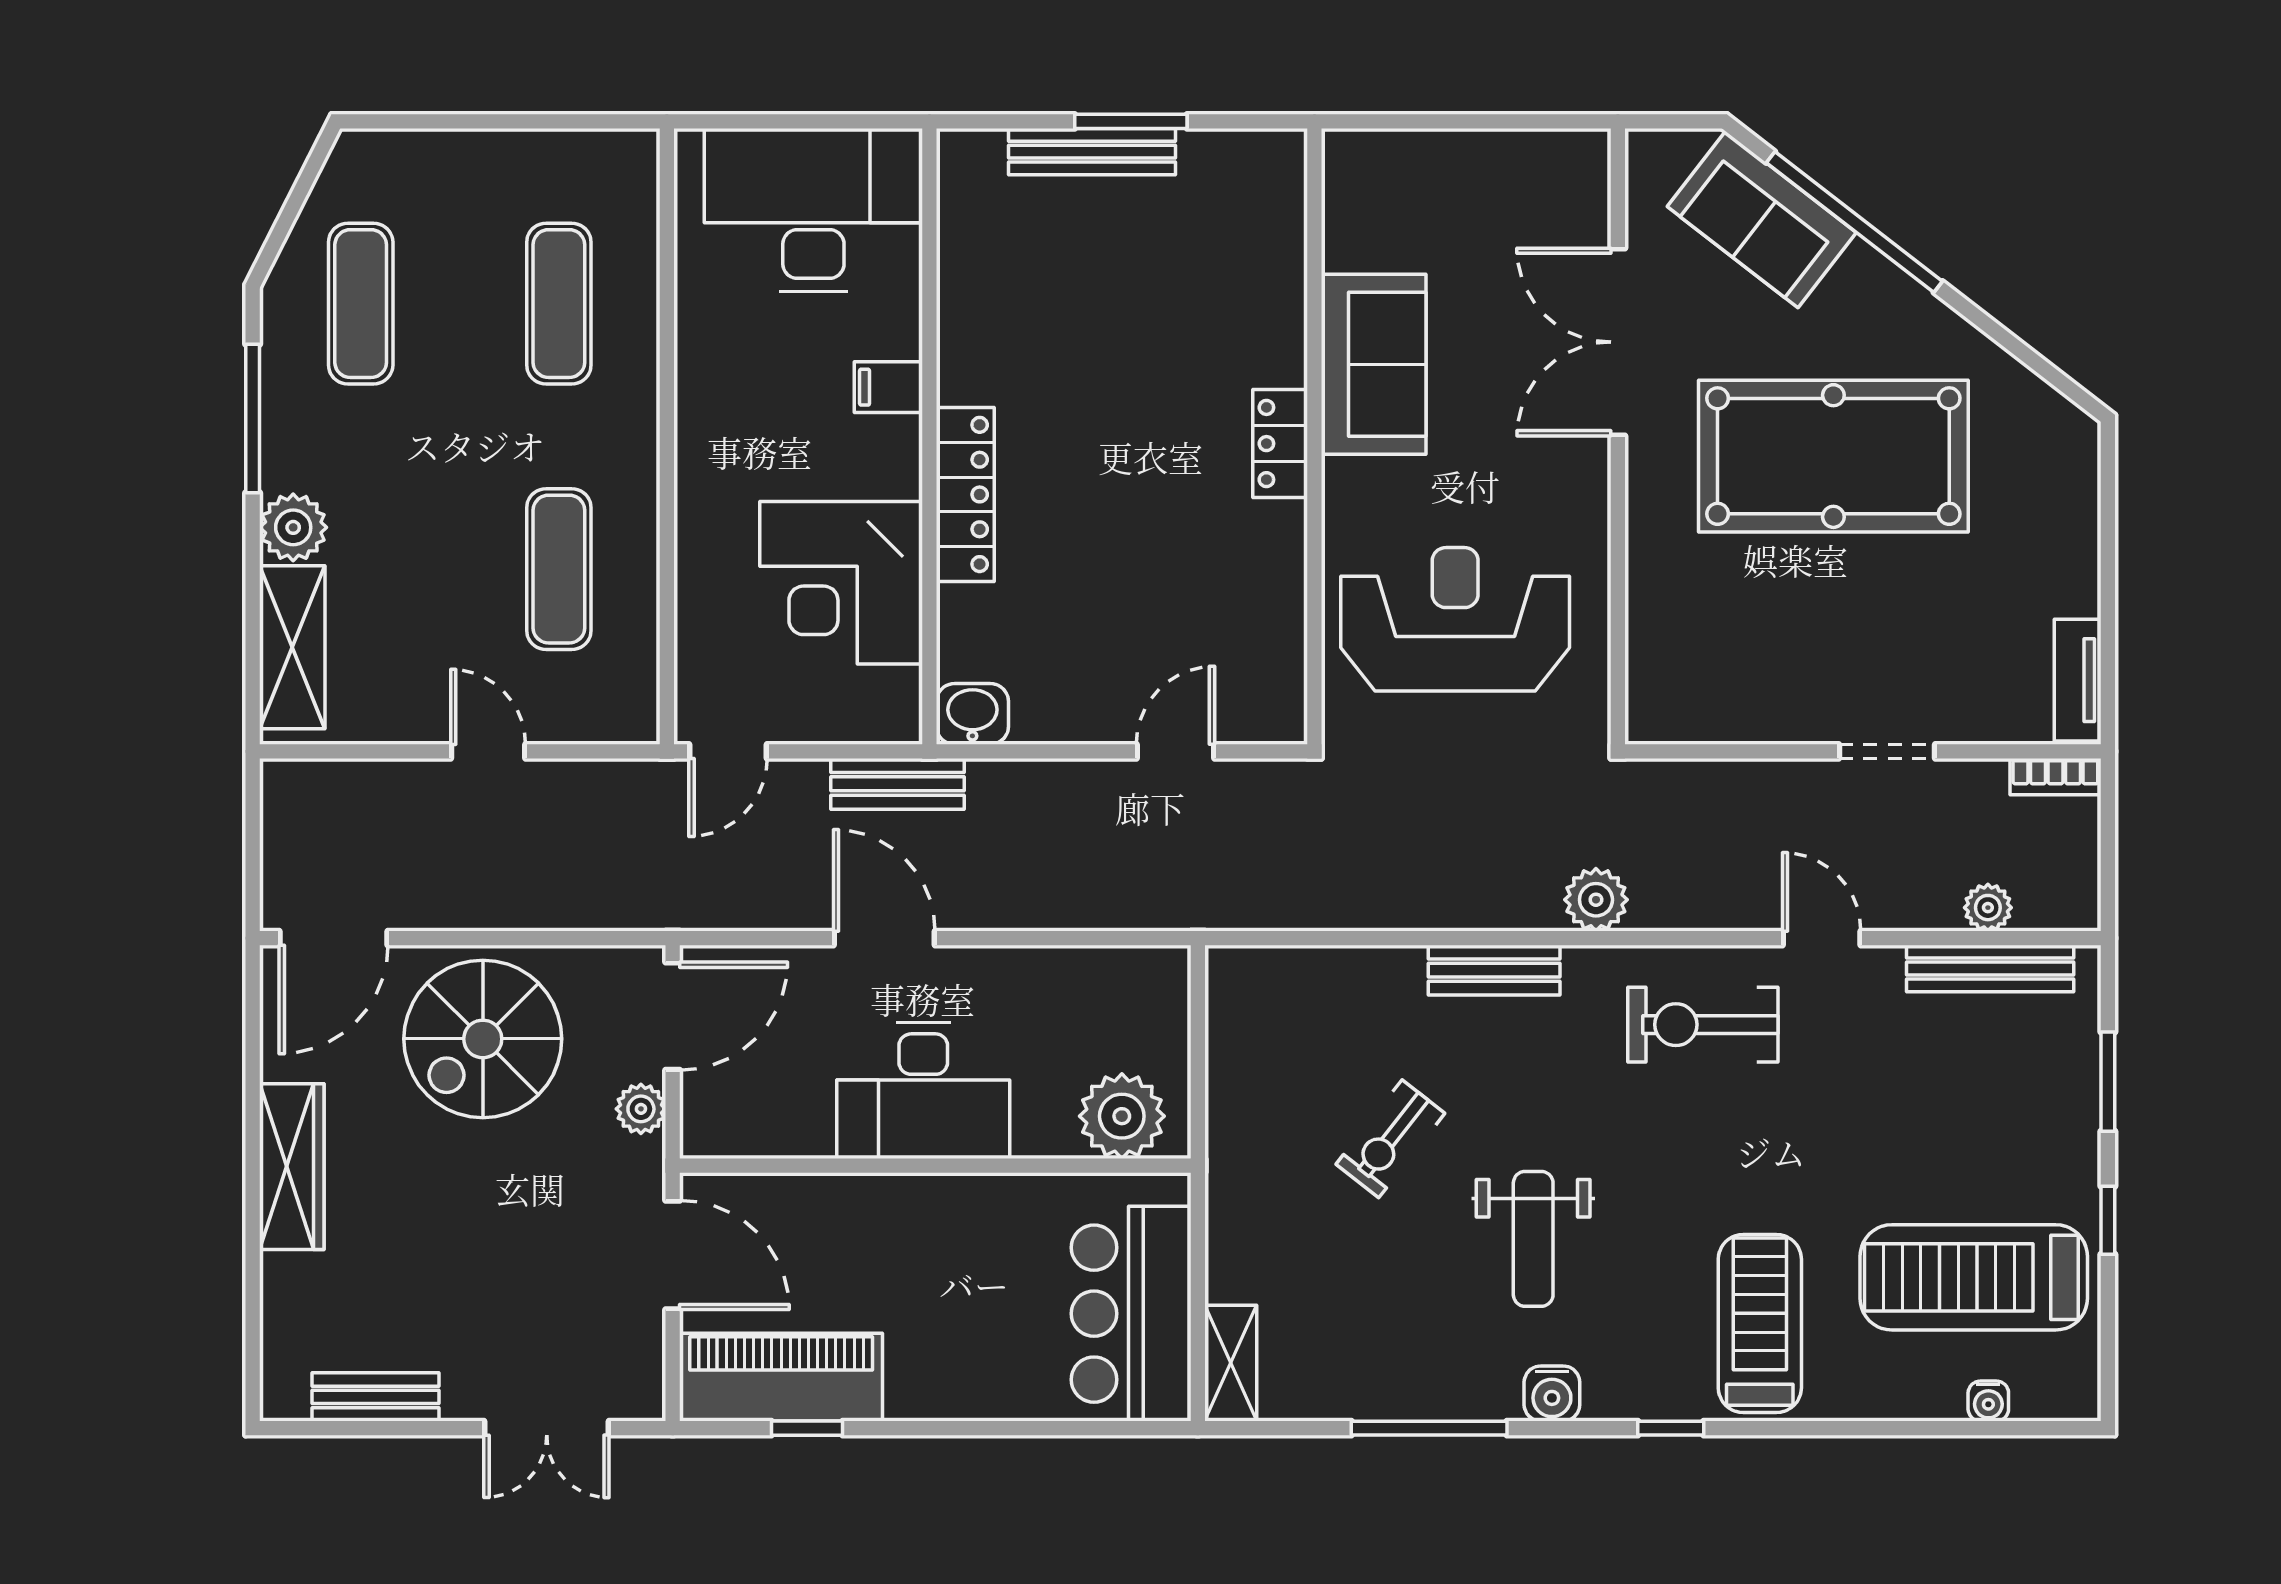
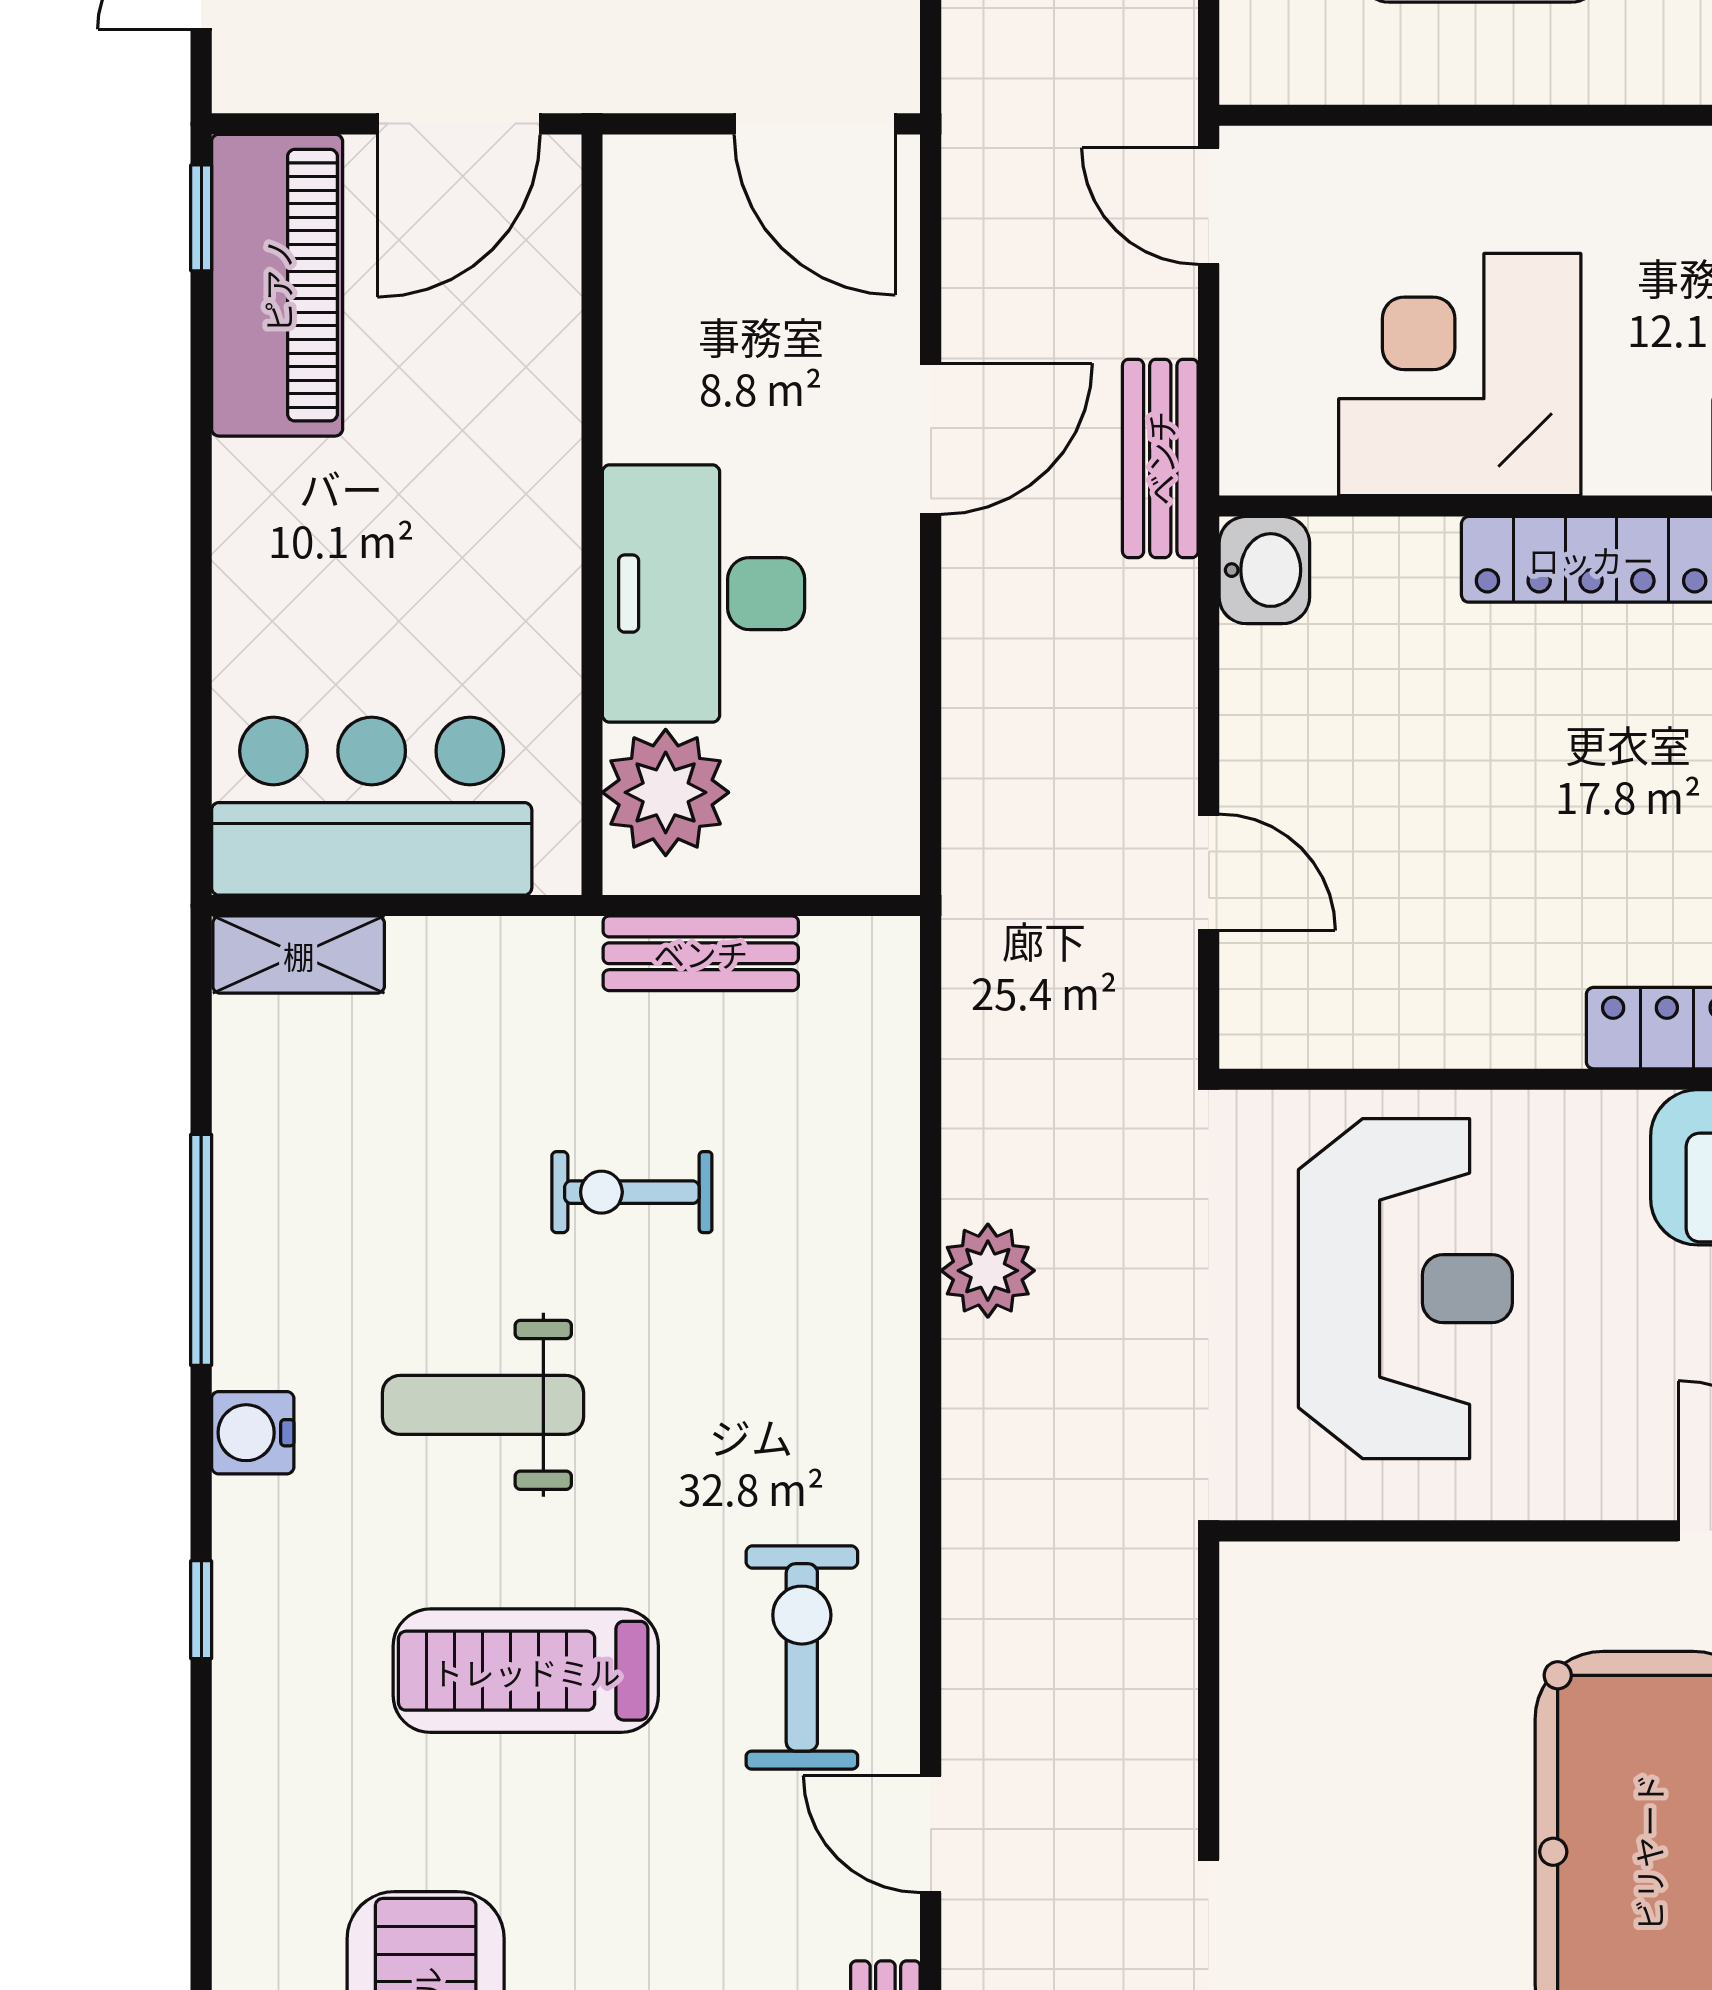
plant: (1596, 900) -> (988, 1271), moved
door: (1822, 938) -> (931, 1834), swing flipped
bench: (1494, 970) -> (701, 953), moved, turned 90
desk: (923, 1091) -> (703, 594), moved
plant: (641, 1109) -> (676, 77), removed
exercise bike: (1390, 1139) -> (632, 1192), turned -38
treadmill: (1760, 1323) -> (526, 1671), moved, turned 180
window: (807, 1428) -> (201, 218), moved

